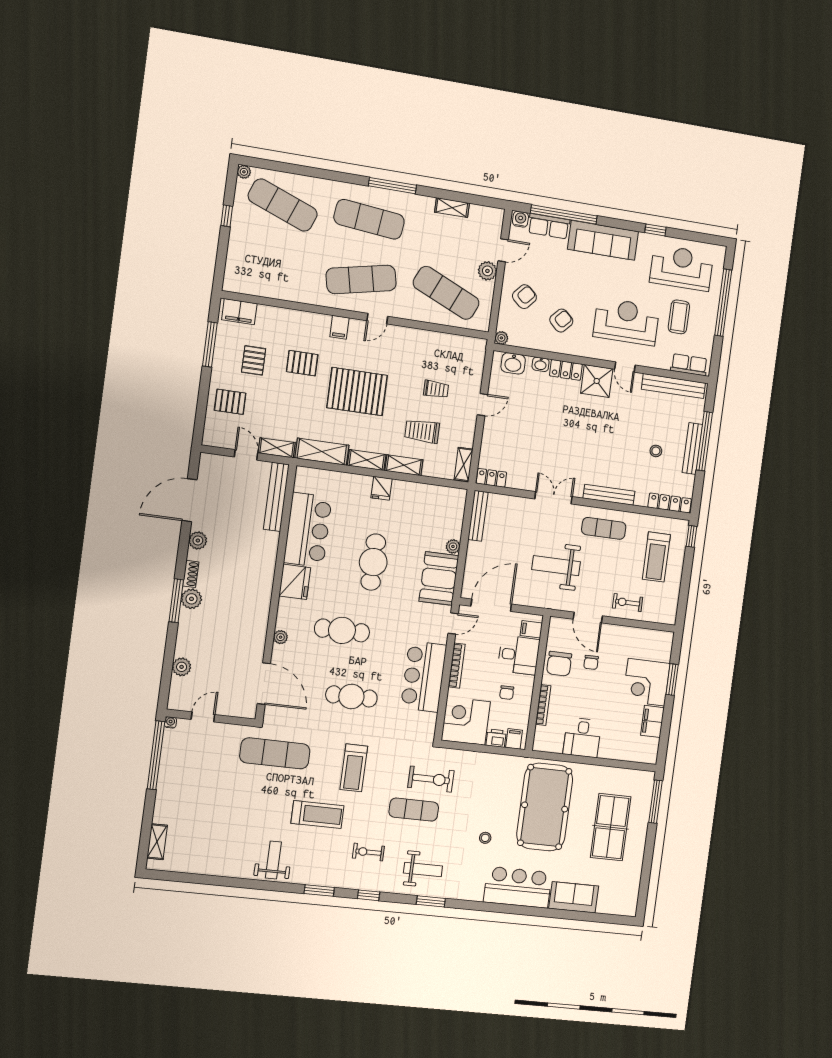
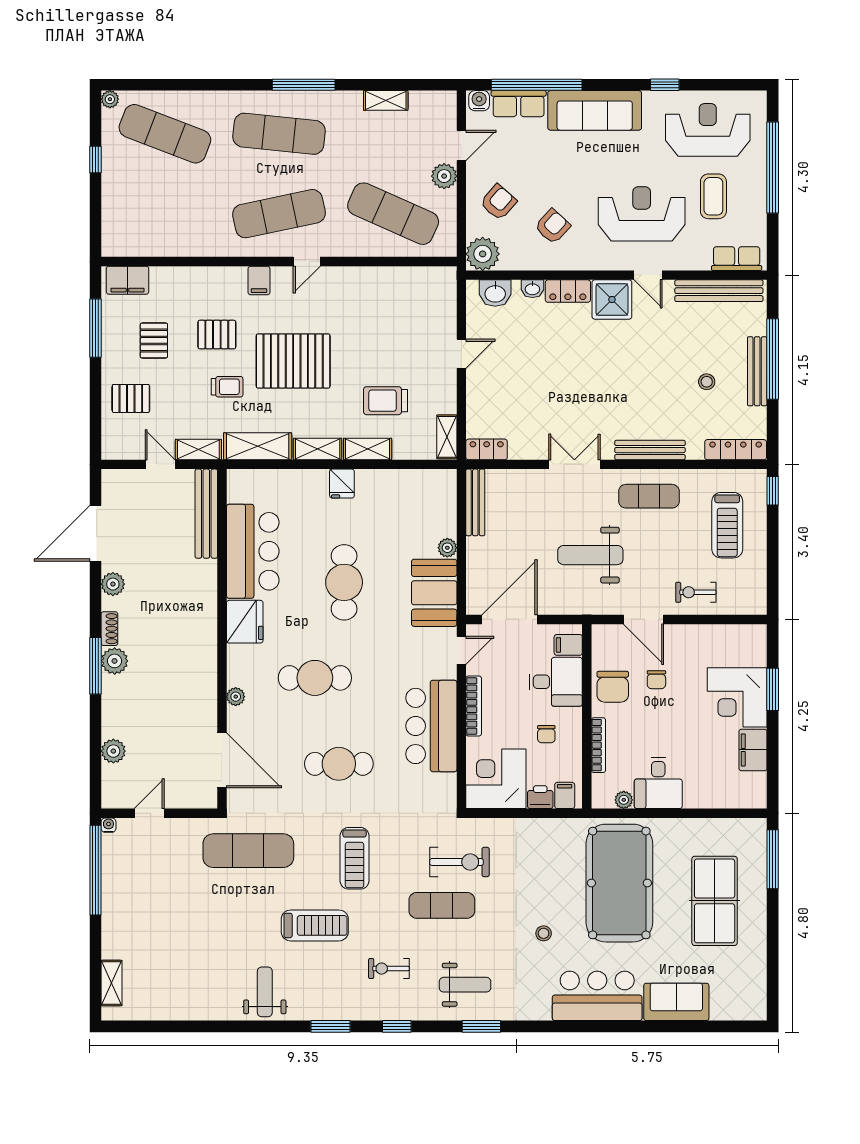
plant: (501, 338) -> (483, 254), width x1.88, depth x1.88
trolley: (436, 389) -> (227, 387), moved
plant: (556, 747) -> (624, 800), added

